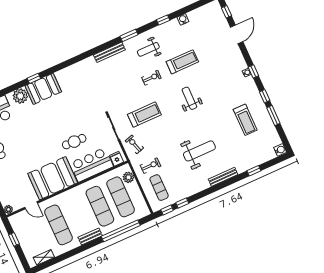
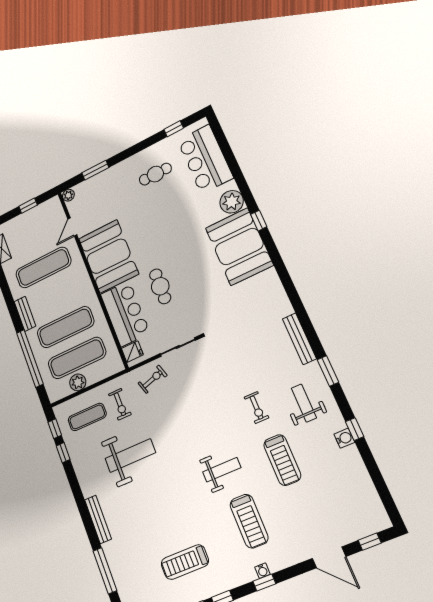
water cooler: (183, 19) -> (344, 438), moved
booth: (43, 89) -> (239, 247), width x1.36, depth x1.42
treadmill: (144, 115) -> (249, 521), moved
weight bench: (199, 151) -> (130, 456), moved, turned -90
window: (254, 171) -> (105, 571), width x2.17
plant: (128, 177) -> (78, 382), moved

